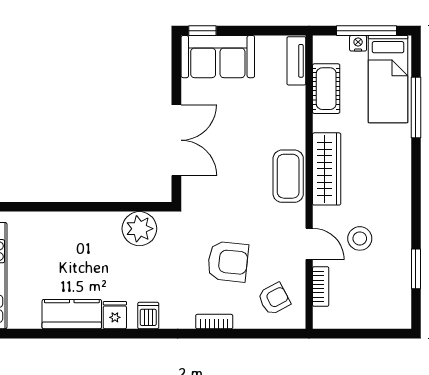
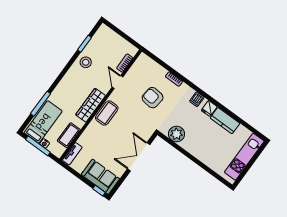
stool: (360, 238) -> (86, 62), moved
armchair: (274, 299) -> (145, 71), removed

